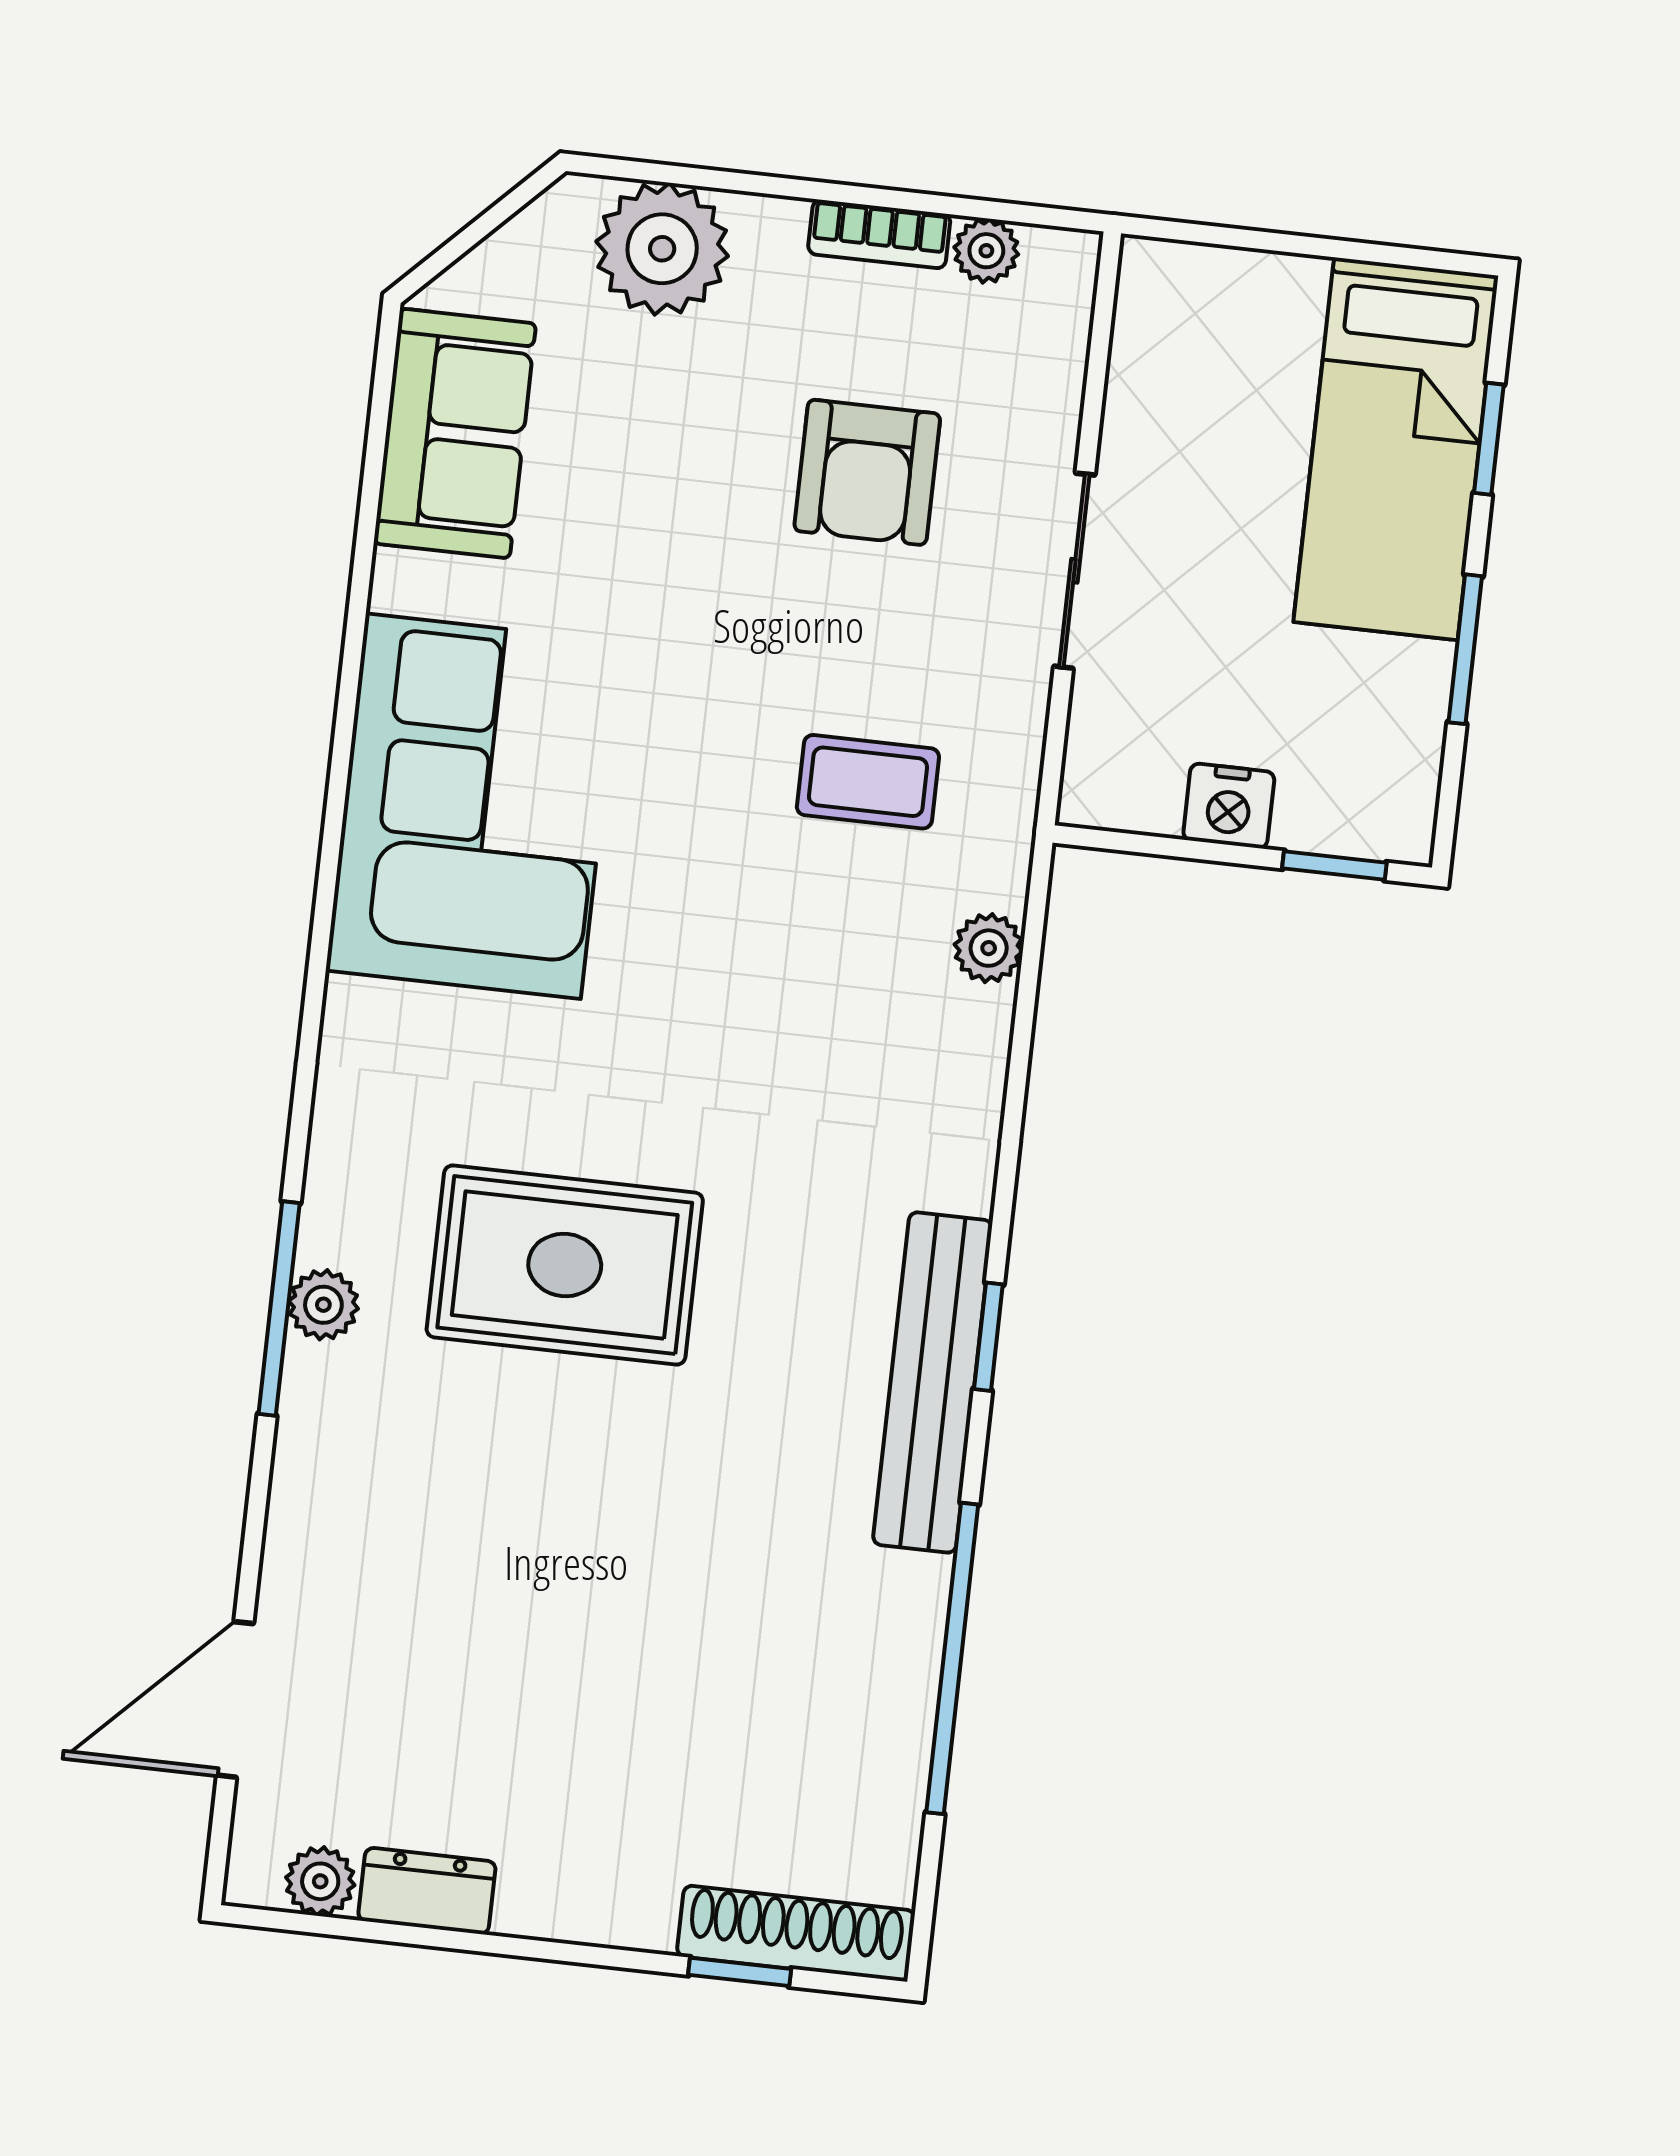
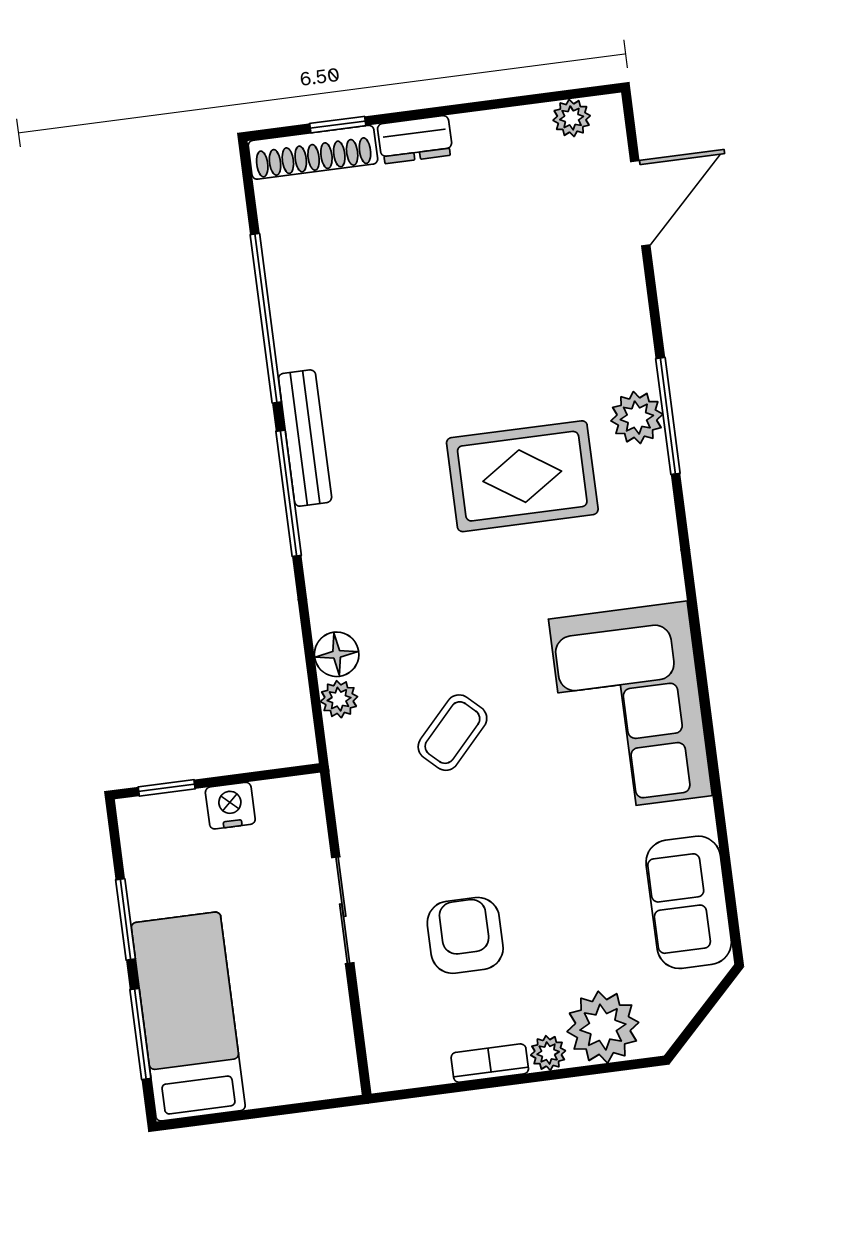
plant: (986, 251) -> (548, 1053), moved
window: (1489, 439) -> (140, 1034), width x1.50
coffee table: (868, 782) -> (452, 733), moved, turned -47
floor lamp: (973, 1029) -> (337, 654), added
plant: (323, 1305) -> (637, 418), width x1.38, depth x1.38
window: (988, 1337) -> (289, 493), width x2.17
bench: (933, 1382) -> (305, 438), width x0.73, depth x0.82
dresser: (427, 1891) -> (415, 140), moved

